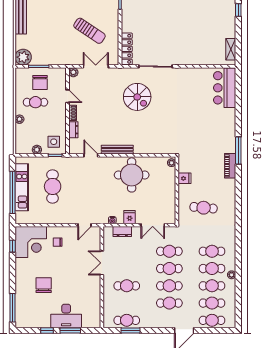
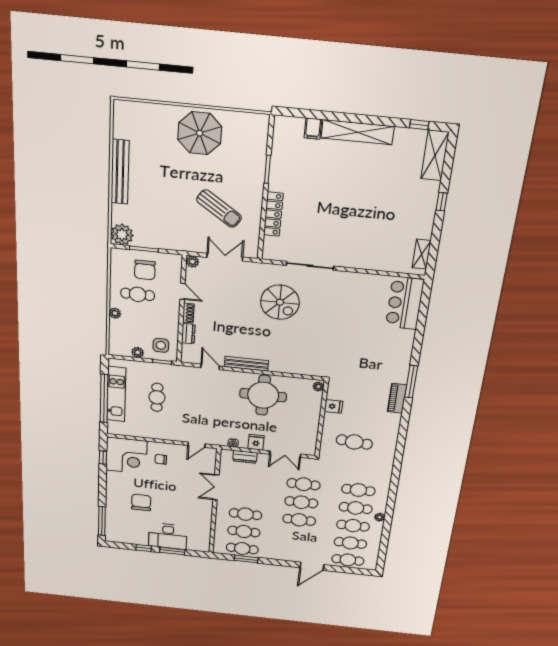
locker: (127, 49) -> (273, 214), moved
cafe table: (53, 186) -> (157, 397), width x0.73, depth x0.74
cafe table: (169, 303) -> (244, 531), moved

